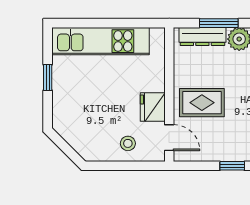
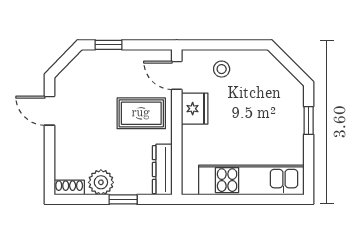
window: (219, 23) -> (123, 199), width x0.67
dresser: (202, 37) -> (162, 170), moved, turned -90
window: (48, 77) -> (309, 121), moved

